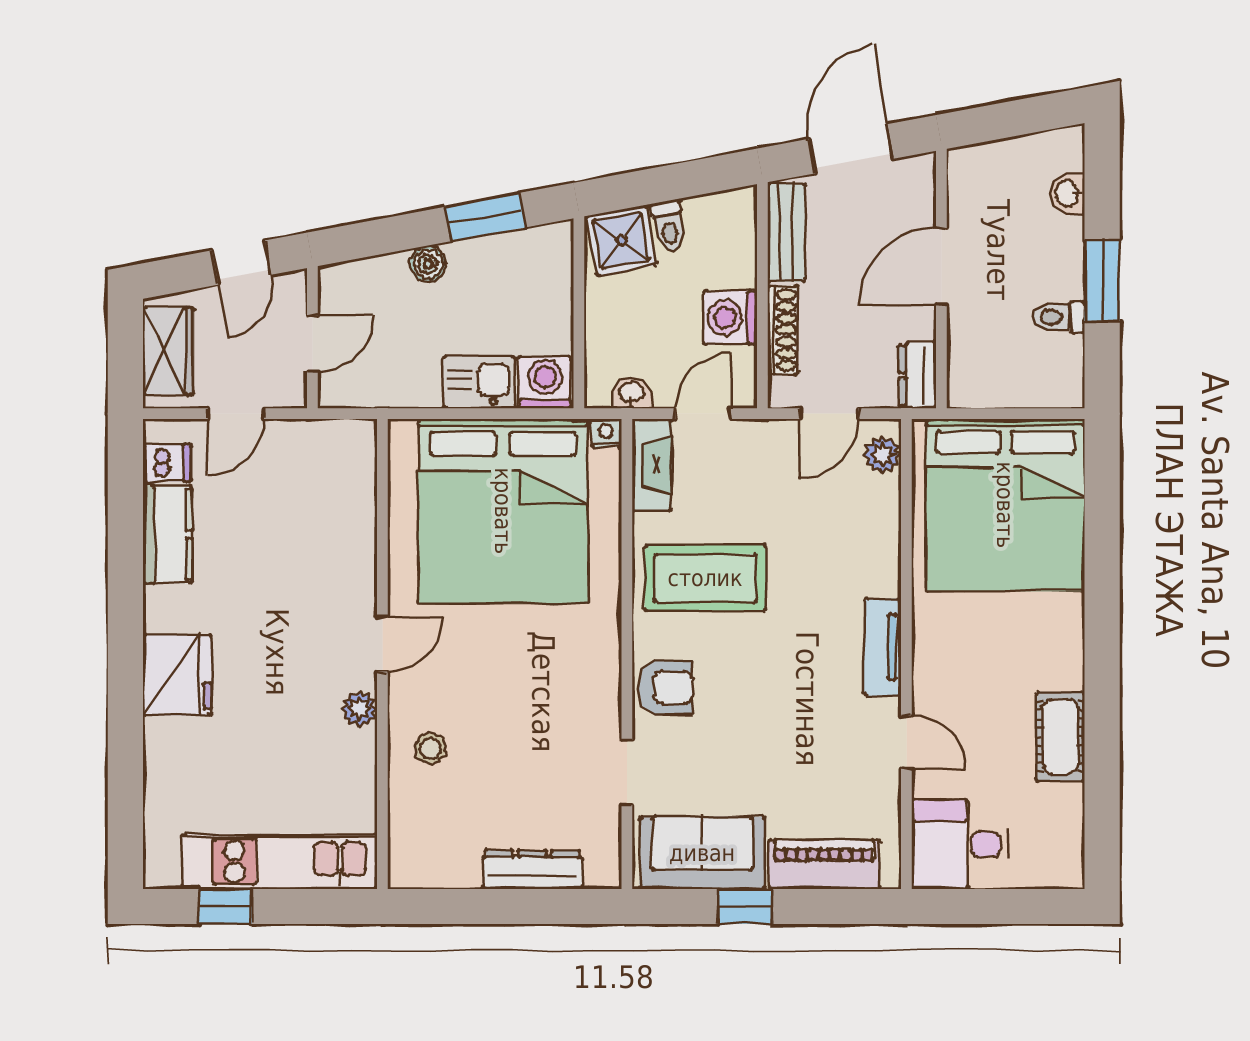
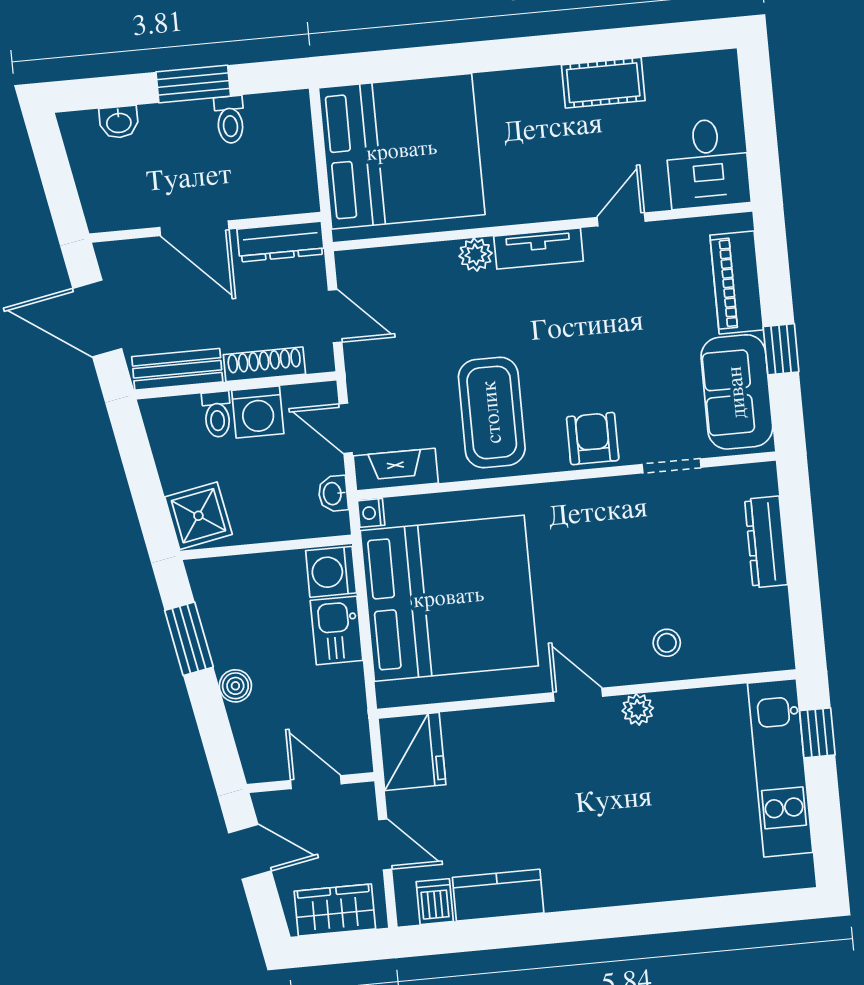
toilet: (669, 226) -> (217, 414), moved, turned 101
dresser: (918, 375) -> (281, 242), width x1.44
plant: (883, 455) -> (476, 255), moved
fridge: (177, 675) -> (412, 751), moved, turned 90
window: (225, 906) -> (817, 733), moved

